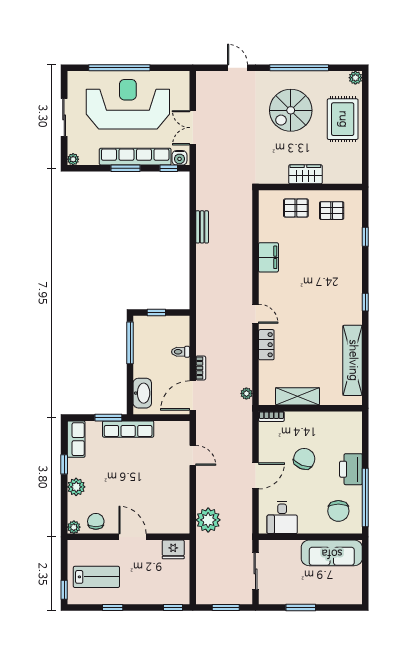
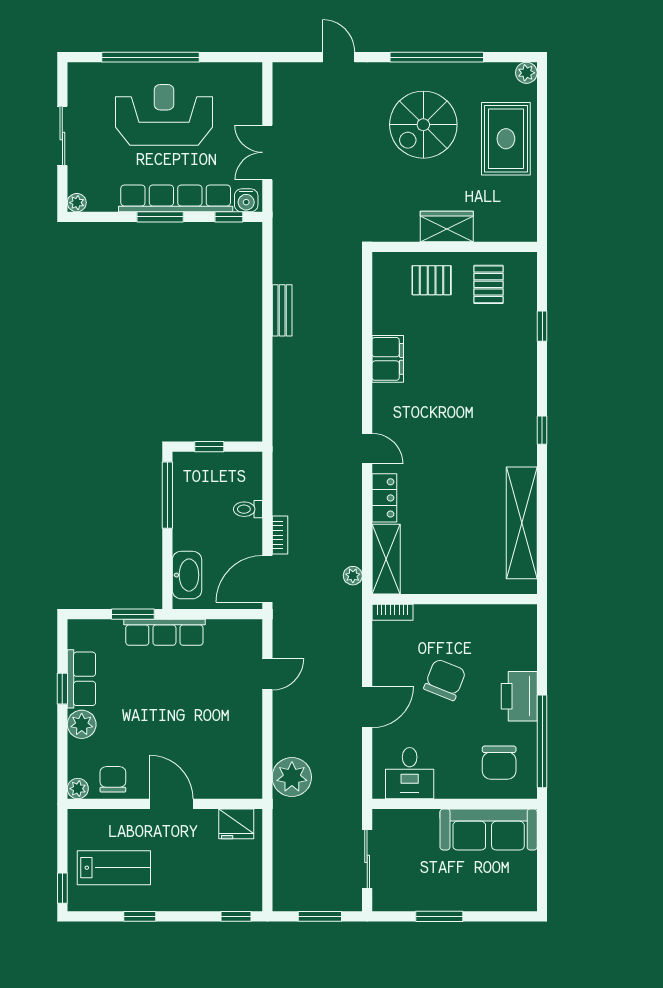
reception desk: (128, 104) -> (164, 115), width x0.74, depth x0.77
pallet: (332, 211) -> (488, 284), turned 90
shelving: (298, 396) -> (386, 559), moved, turned 90
row of seats: (76, 439) -> (81, 679), moved
door: (193, 455) -> (267, 674), hinge flipped

